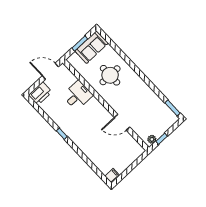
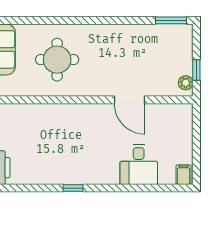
desk: (78, 95) -> (139, 164), moved, turned 180
door: (122, 122) -> (129, 100), hinge flipped

